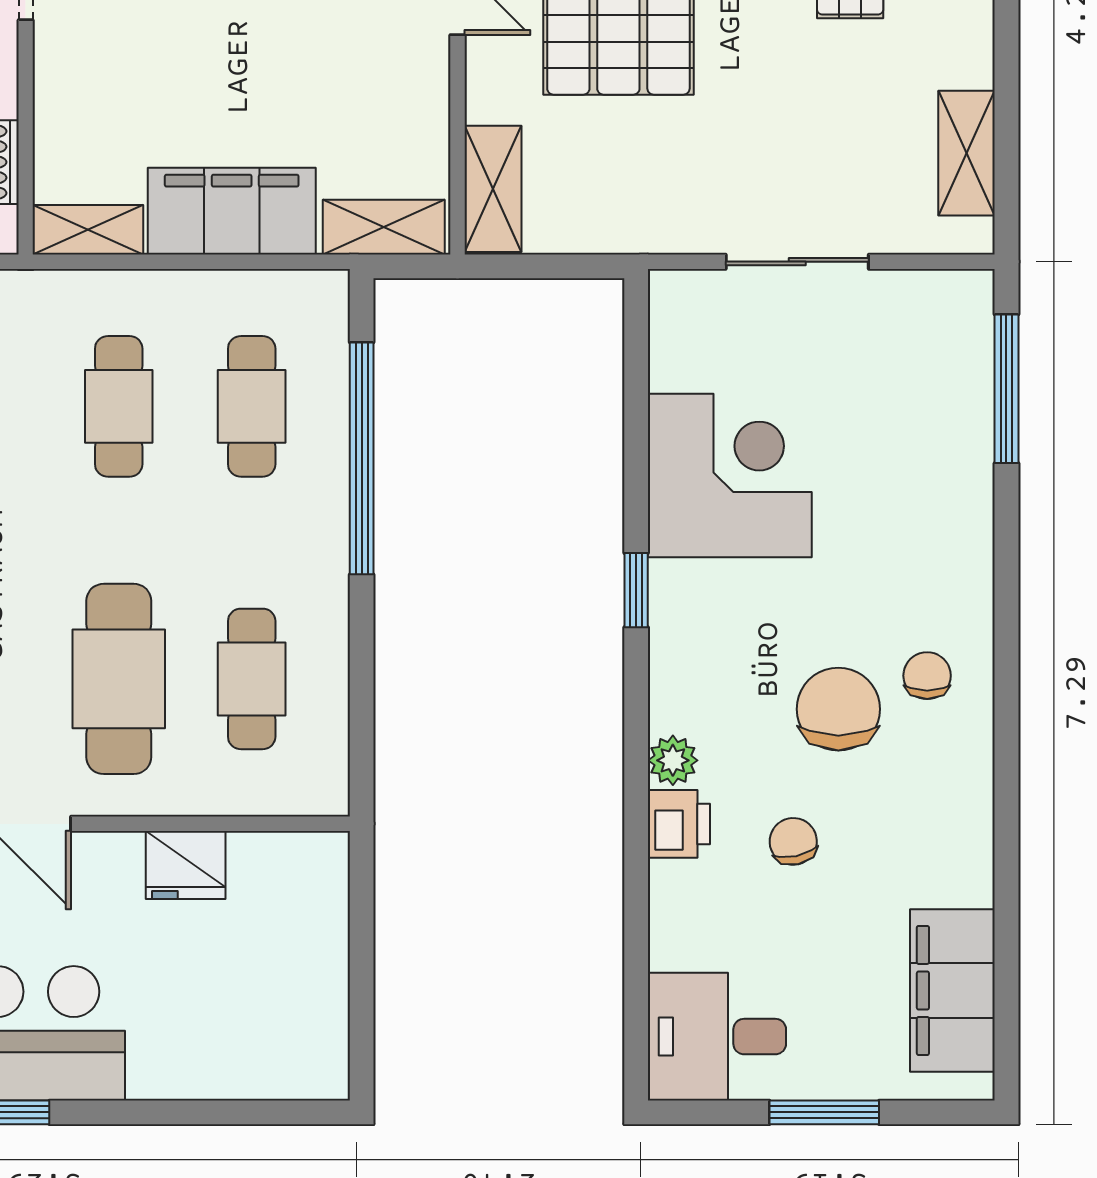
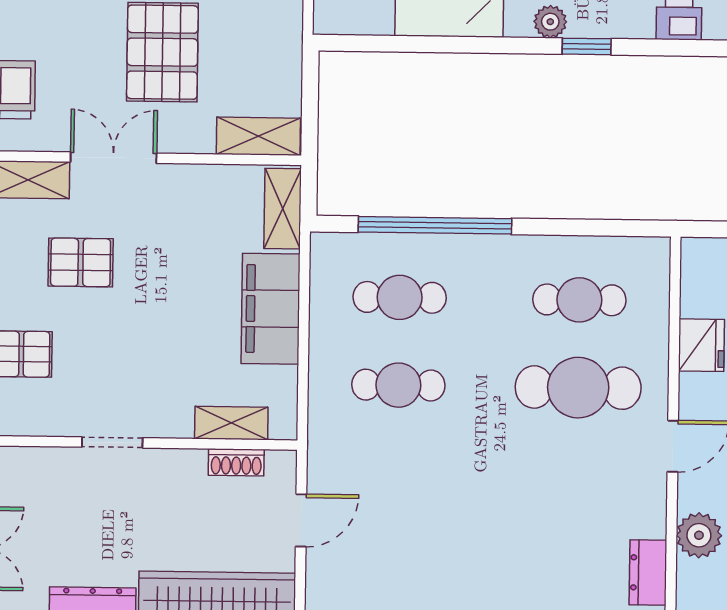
shelving: (88, 230) -> (231, 423), moved, turned 90
window: (636, 590) -> (587, 46), moved
plant: (673, 760) -> (550, 22), moved

